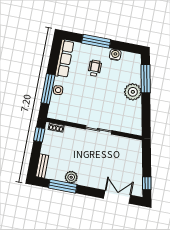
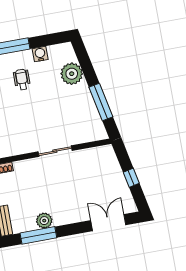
window: (146, 79) -> (101, 102), moved
plant: (133, 92) -> (72, 74), moved
window: (147, 183) -> (131, 178), moved

